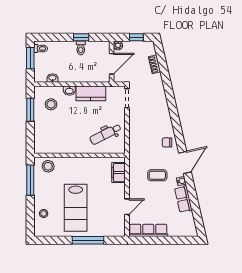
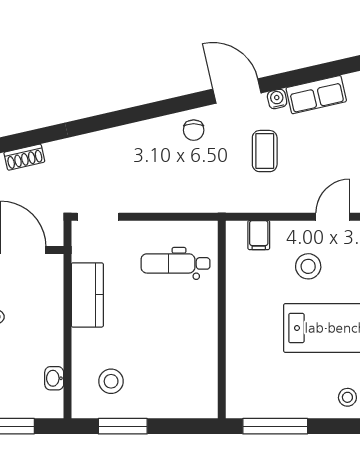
washbasin: (69, 91) -> (81, 342), removed
dental chair: (105, 134) -> (176, 263), turned 117
stool: (48, 166) -> (308, 266), moved
filing cabinet: (119, 173) -> (259, 235), width x0.50
door: (127, 207) -> (333, 217), hinge flipped

